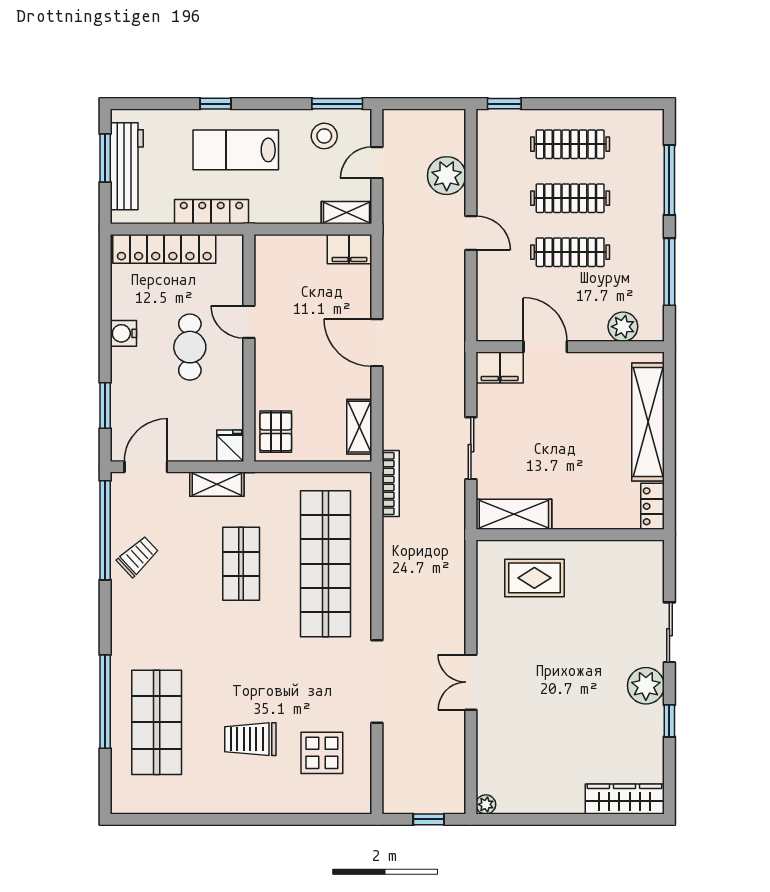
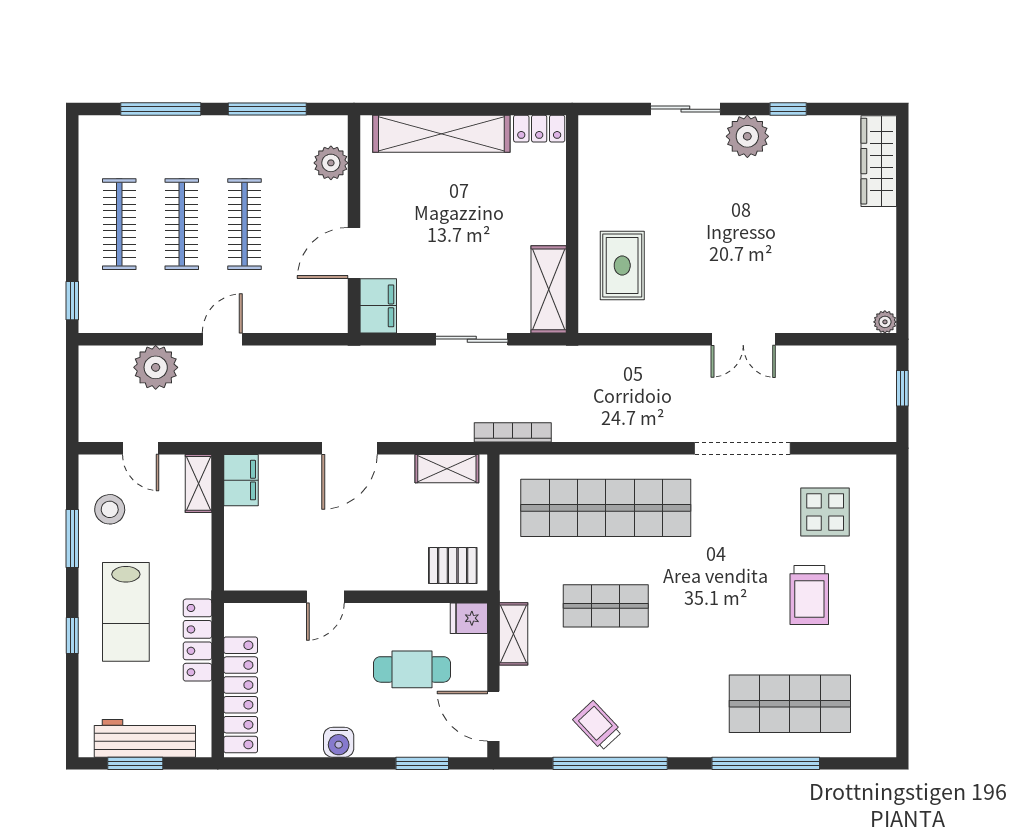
window: (337, 104) -> (72, 538), moved
cafe table: (190, 347) -> (412, 669), moved
window: (105, 530) -> (610, 763), moved

